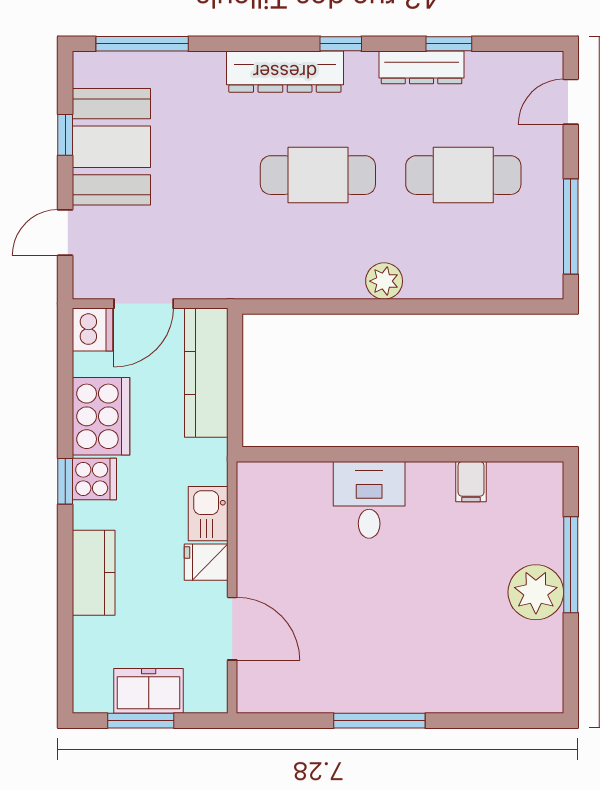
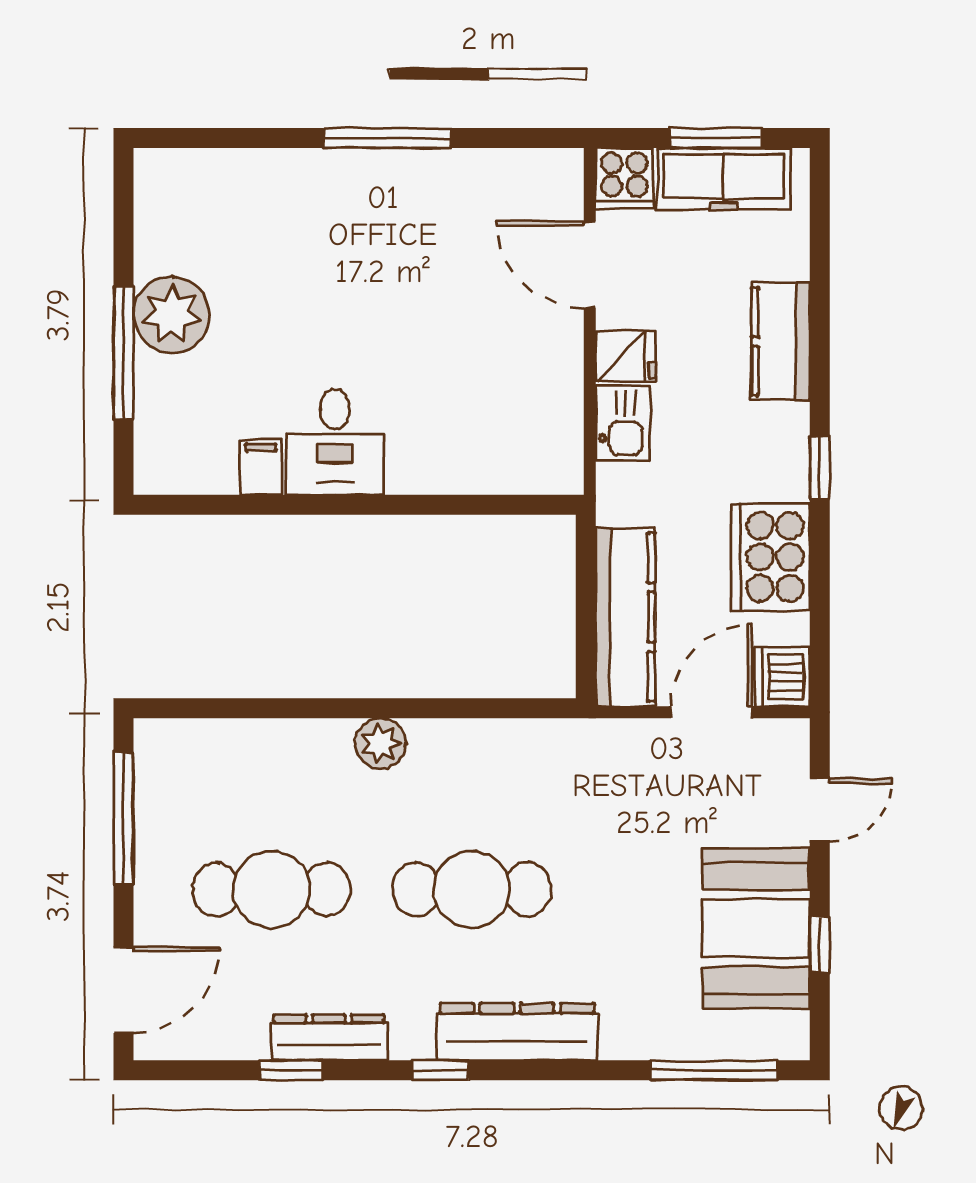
door: (571, 102) -> (124, 990), width x1.38
cooker: (94, 479) -> (624, 178), moved, turned -90
desk: (369, 500) -> (335, 442), moved
freezer: (149, 691) -> (724, 179), width x1.40

